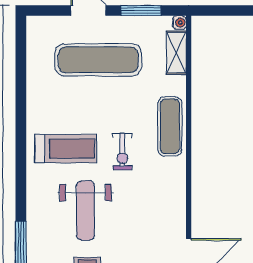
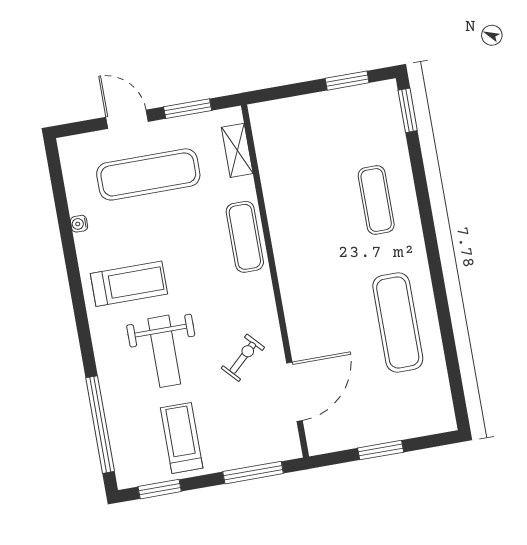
water cooler: (179, 23) -> (79, 224), moved, turned 180
exercise bike: (122, 152) -> (243, 358), moved, turned -133

